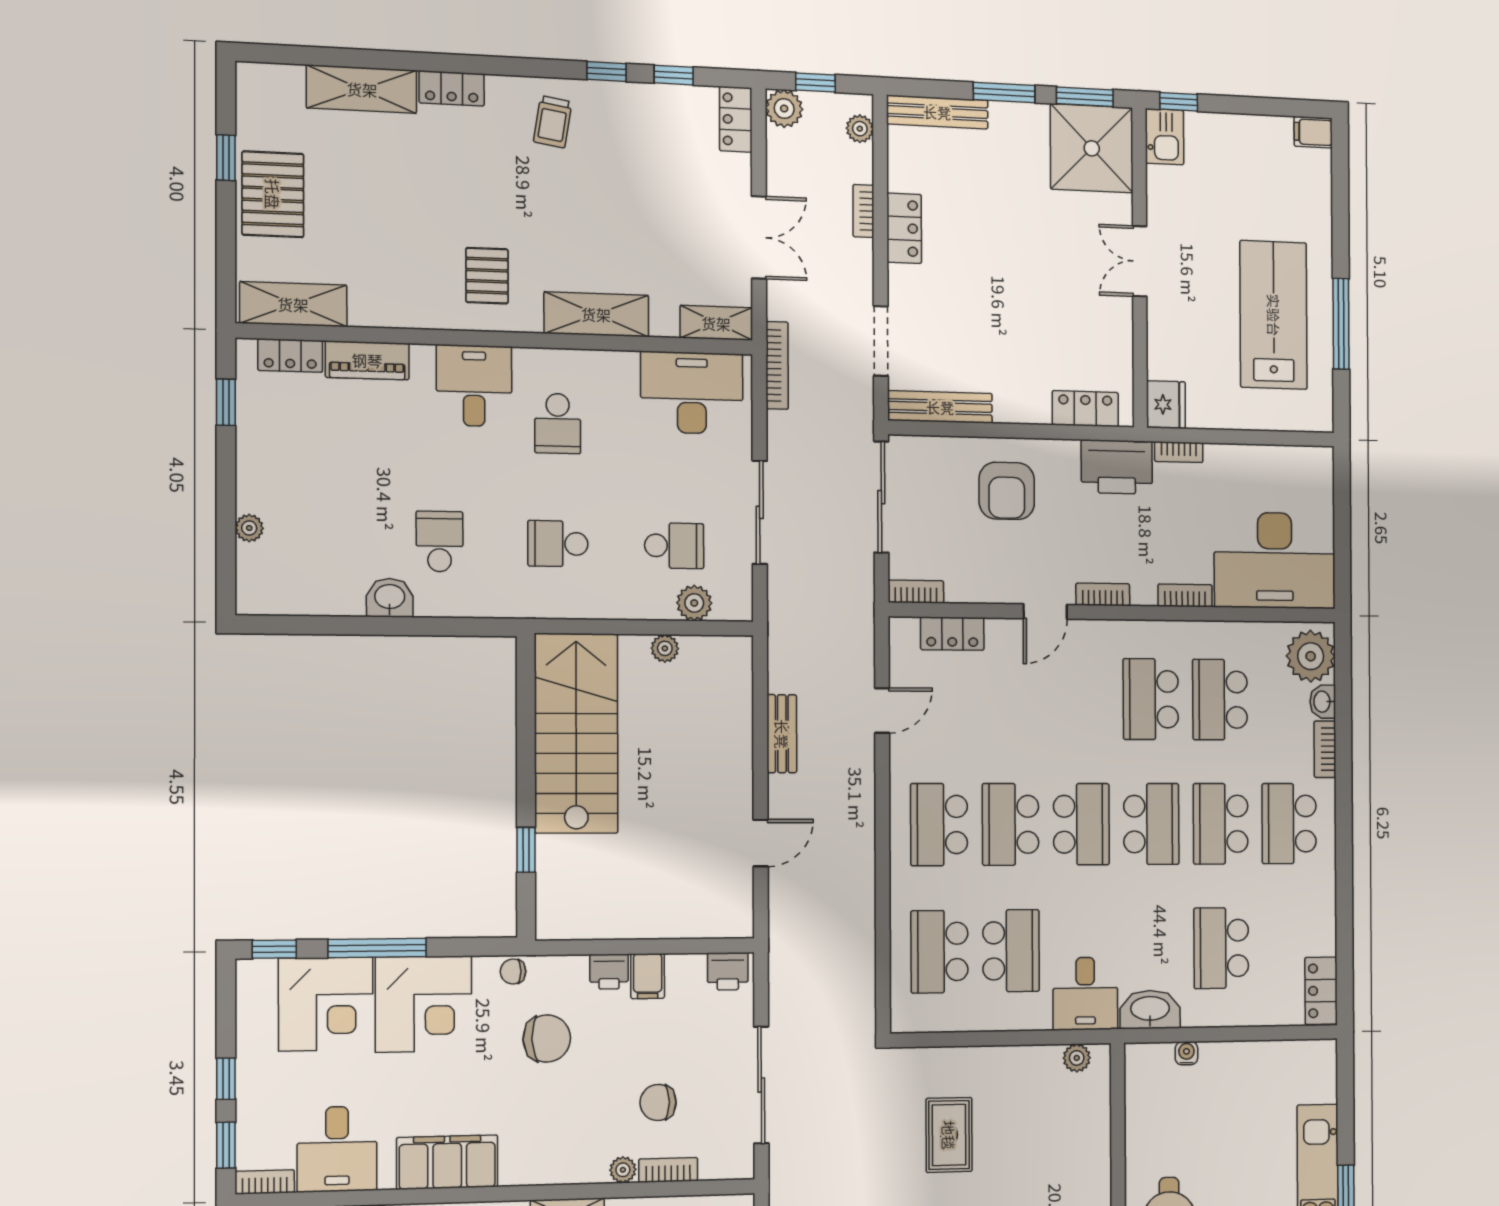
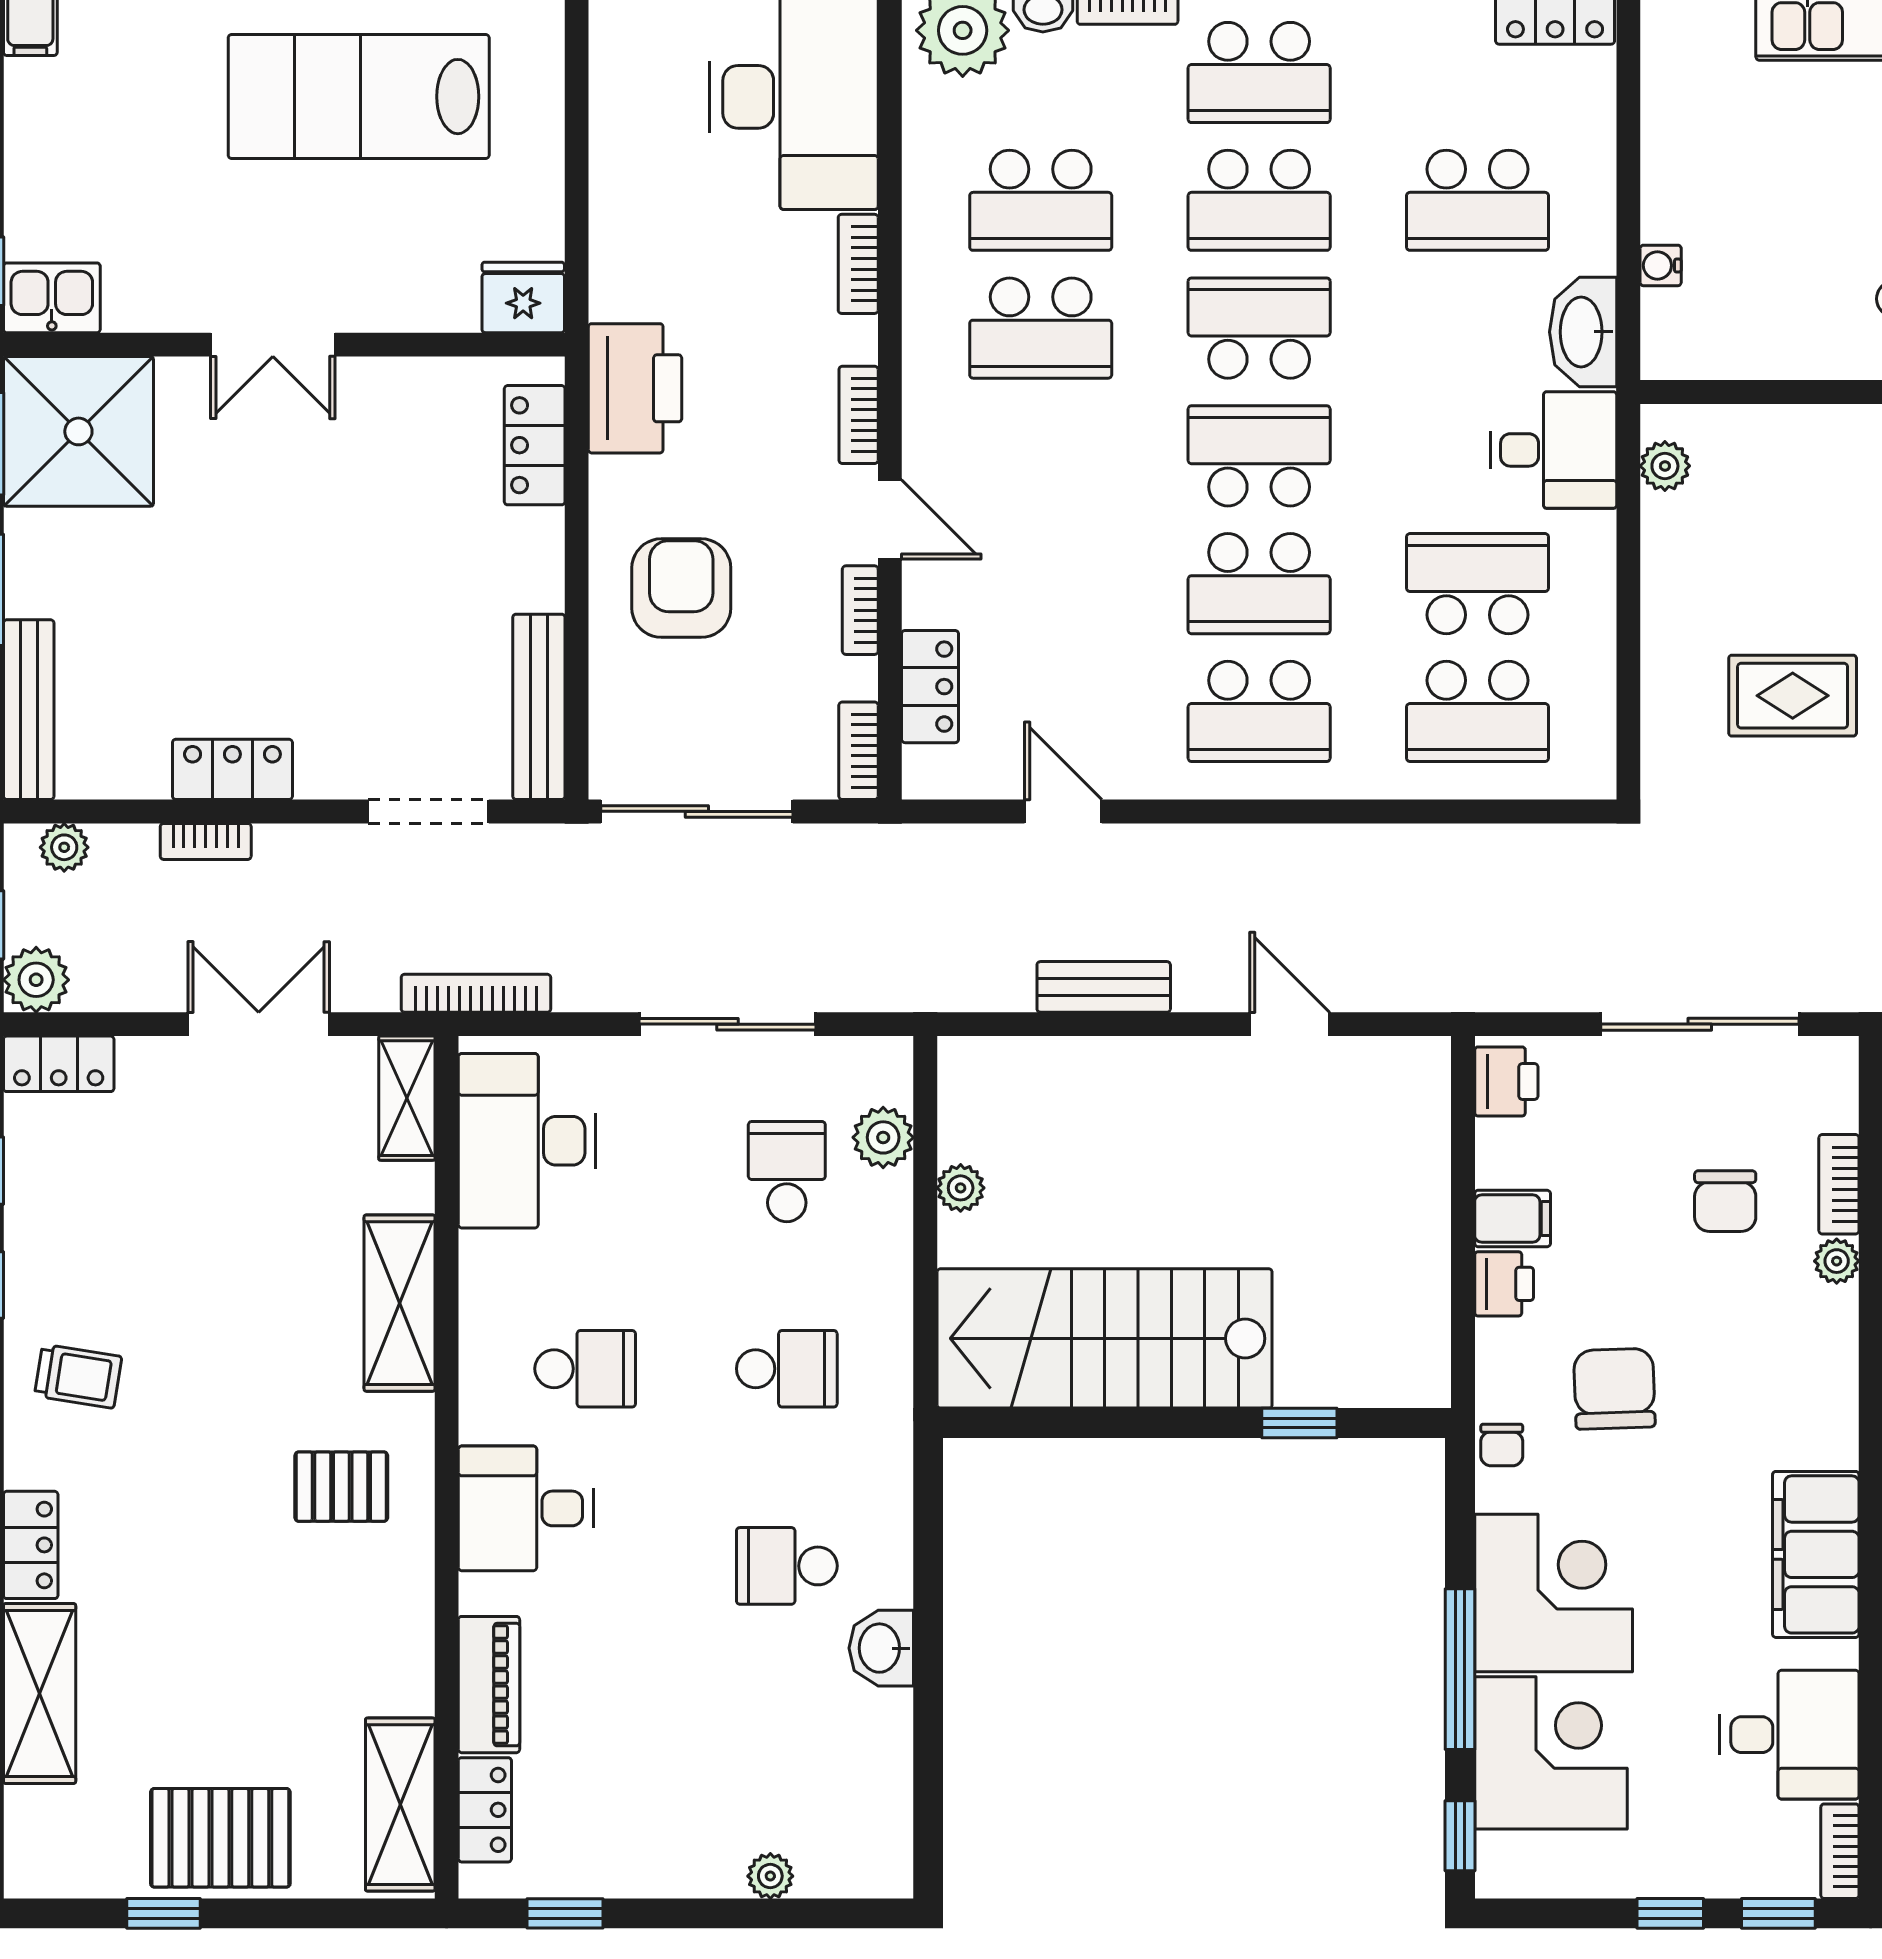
bookcase: (1179, 452) -> (860, 610), moved, turned 180
armchair: (1007, 491) -> (681, 588), turned -90
school desk: (558, 544) -> (787, 1369), turned -90

